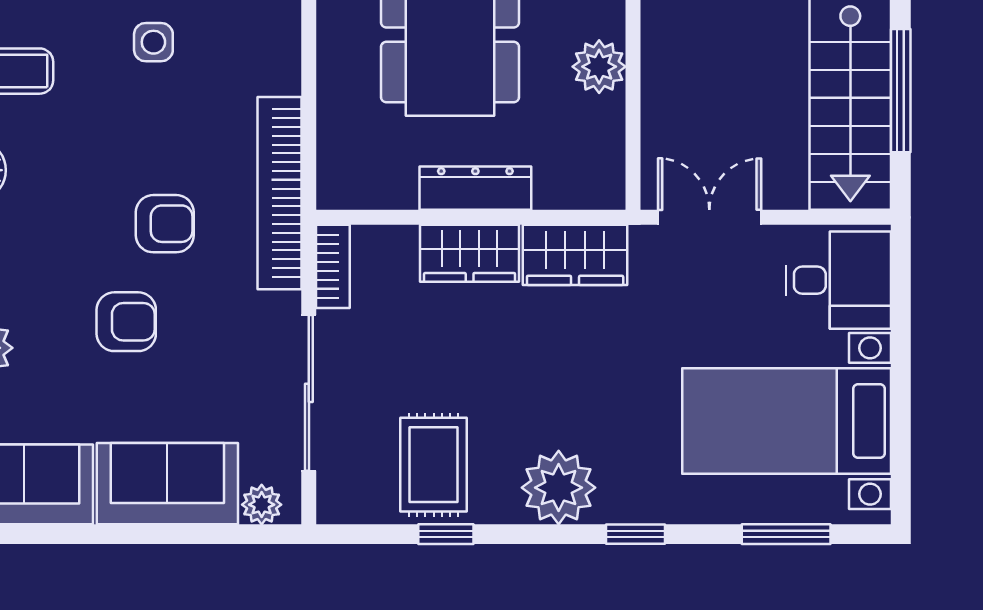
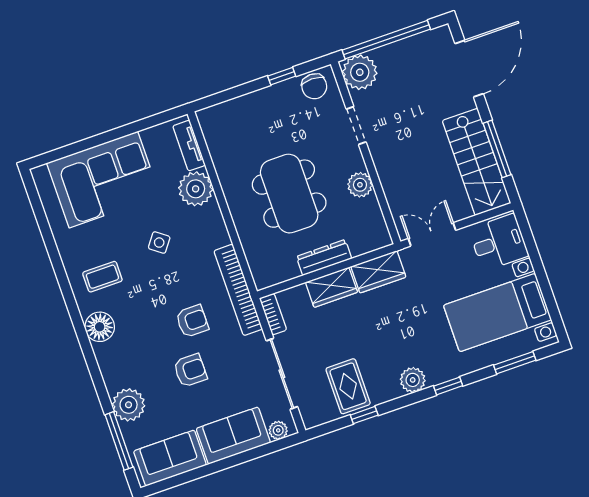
side table: (153, 42) -> (159, 243), turned 37
plant: (559, 488) -> (413, 380), width x0.73, depth x0.73

